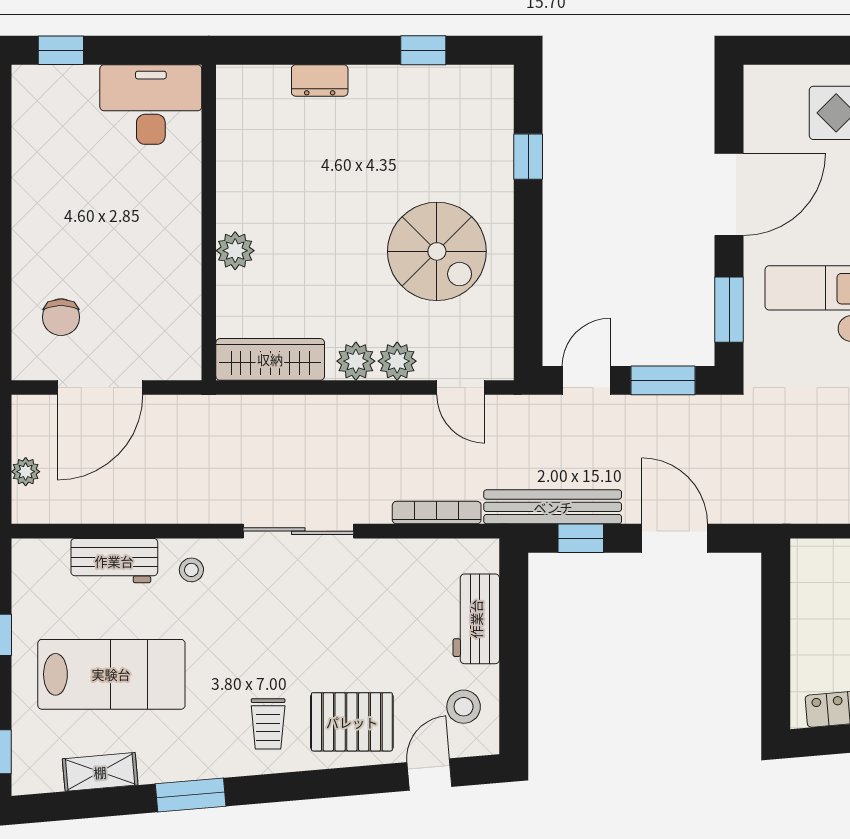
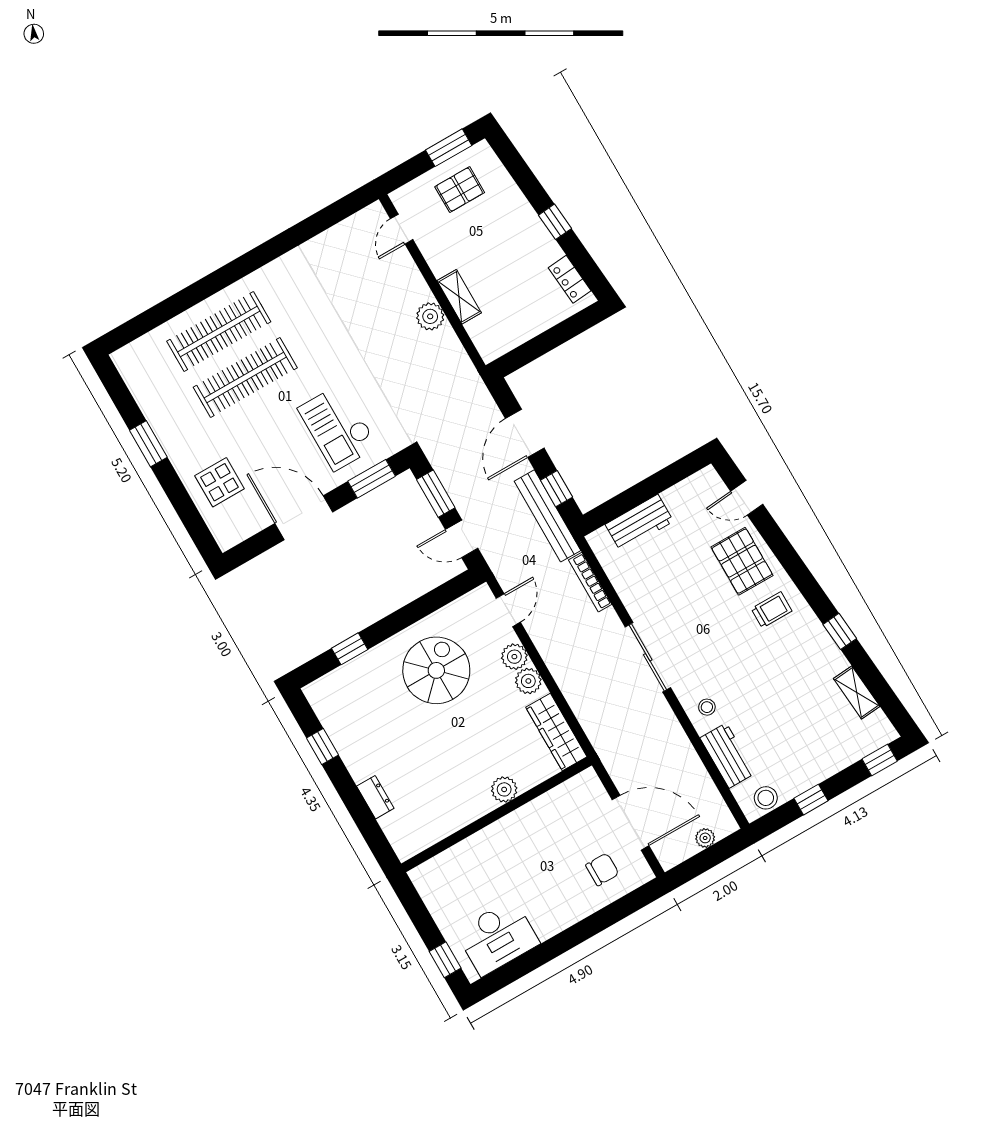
desk: (151, 105) -> (497, 937), moved, turned -90
lab bench: (111, 674) -> (795, 719), removed
stool: (464, 707) -> (766, 798), moved
window: (191, 795) -> (840, 631), width x0.67

